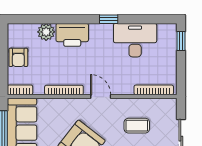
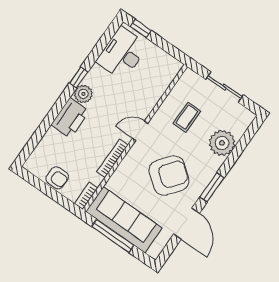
plant: (46, 32) -> (83, 94), moved
desk: (135, 40) -> (122, 53), moved
bookcase: (154, 90) -> (166, 81), removed

